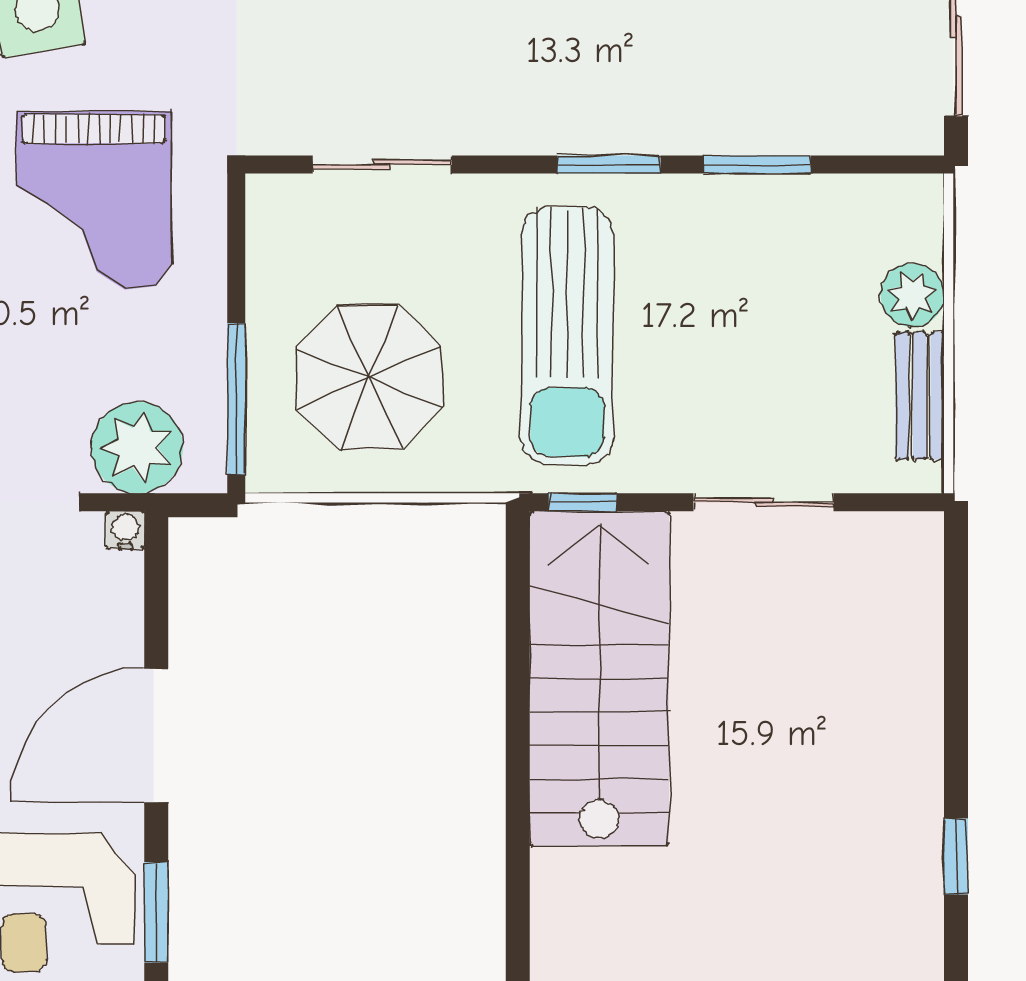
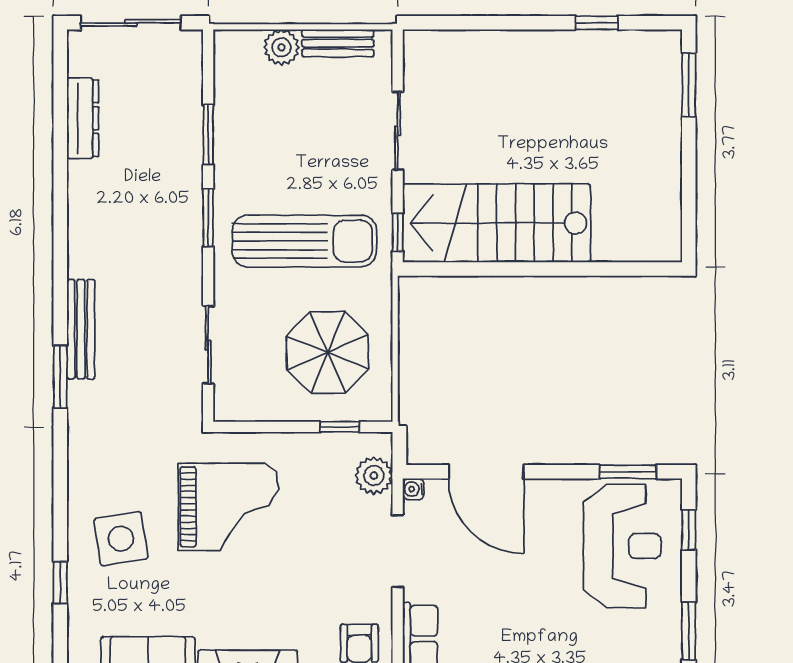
window: (236, 399) -> (340, 427), width x0.46
plant: (137, 448) -> (374, 476), width x0.73, depth x0.73
door: (156, 735) -> (486, 472), moved

